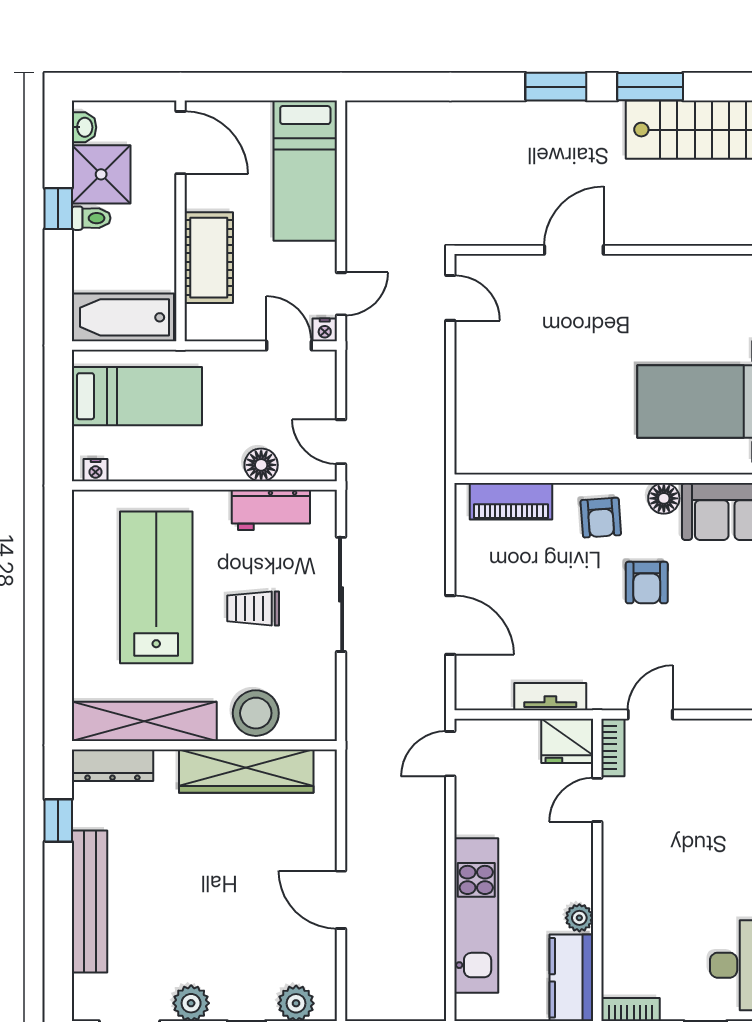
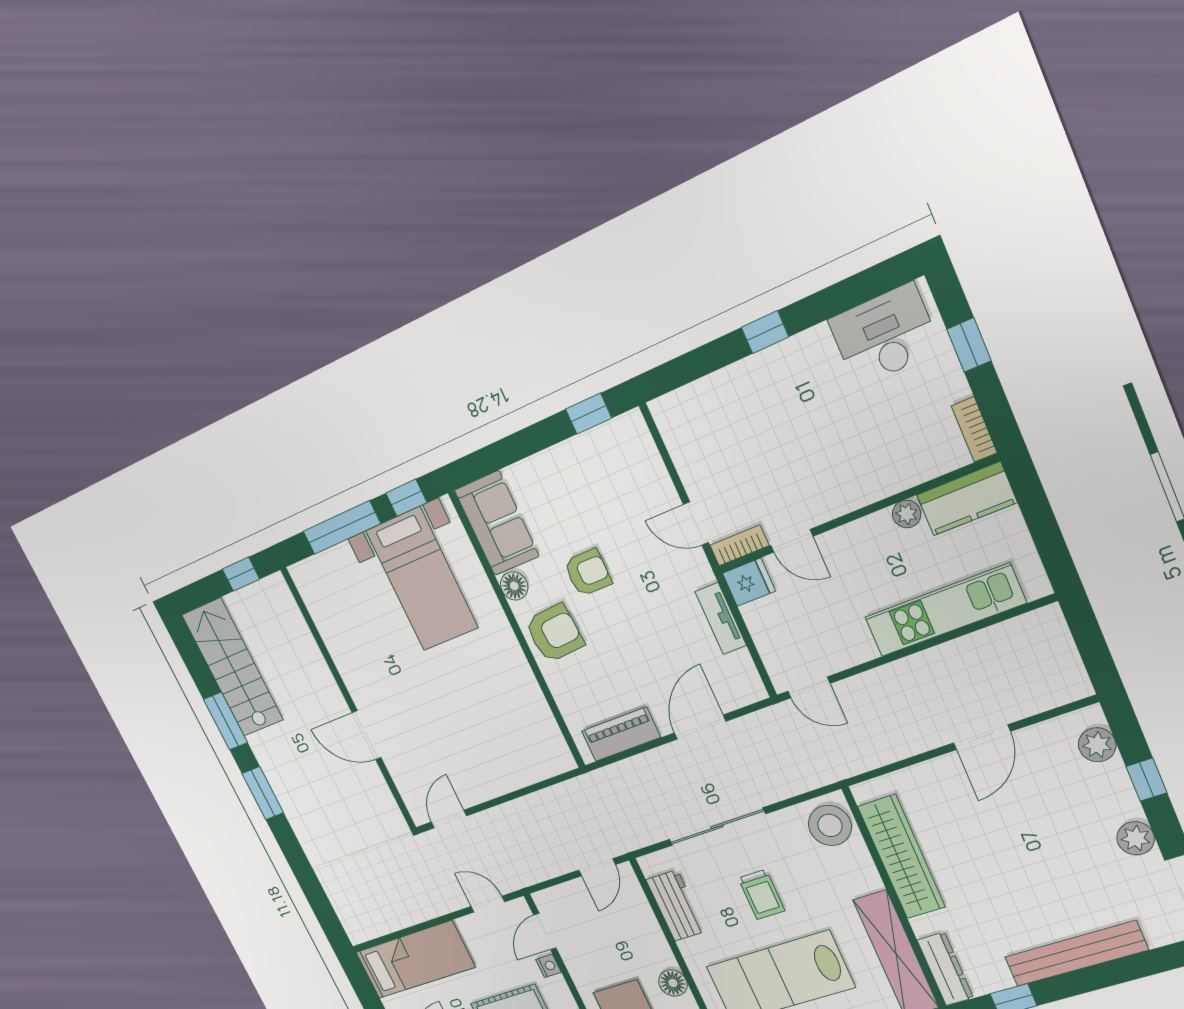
nightstand: (325, 330) -> (549, 966), moved
floor lamp: (261, 465) -> (673, 983), moved
piano: (511, 501) -> (621, 734), moved, turned -90
armchair: (601, 518) -> (555, 633), width x1.38, depth x1.38
stool: (256, 713) -> (830, 825), moved
fridge: (567, 741) -> (749, 582), width x0.72

